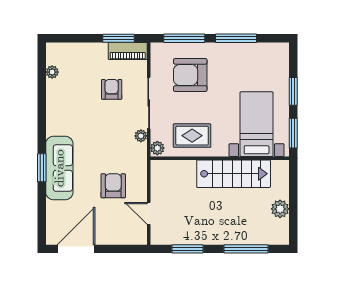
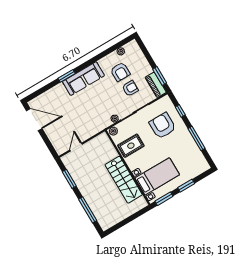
window: (184, 38) -> (180, 111), width x0.46
rug: (192, 136) -> (131, 146), turned 90
sofa: (59, 168) -> (83, 79), moved
armchair: (113, 186) -> (120, 72), moved, turned 90
plant: (280, 209) -> (120, 216), removed

